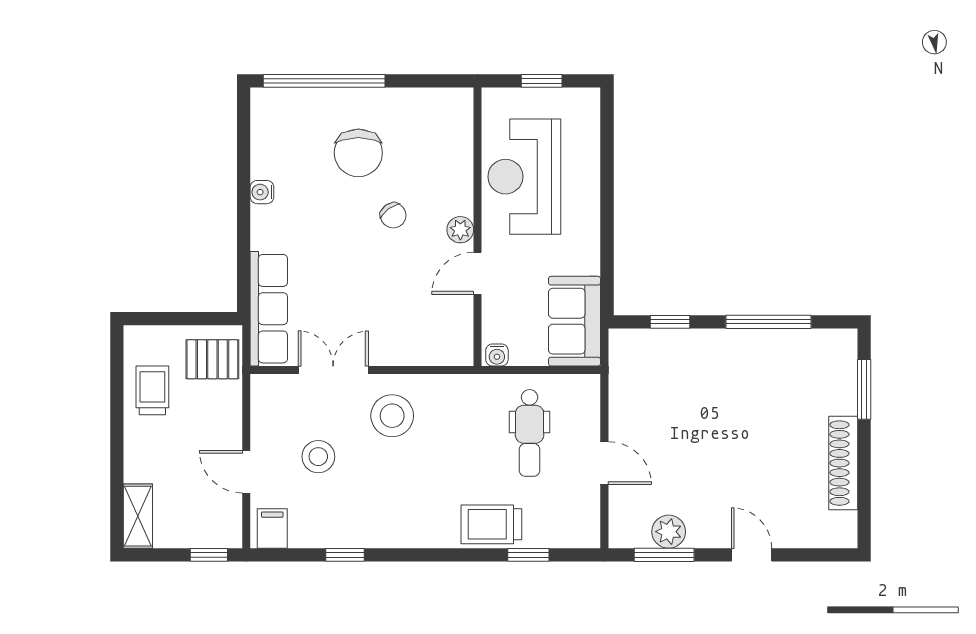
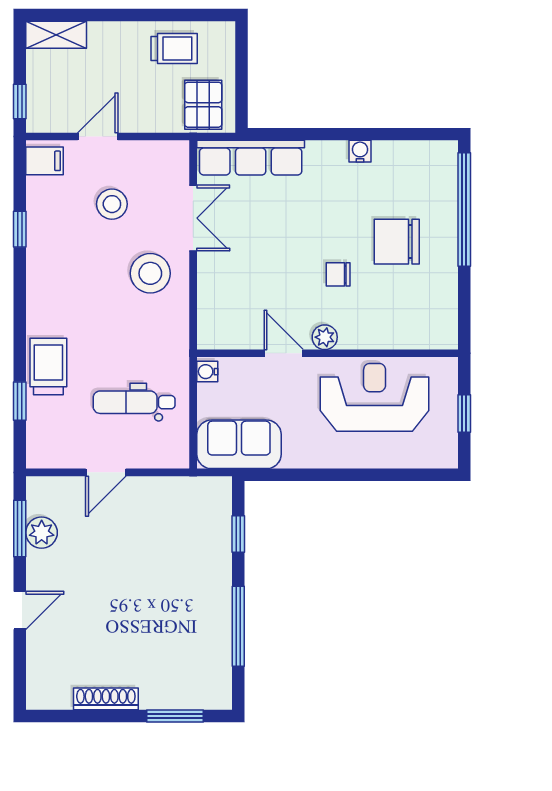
chair: (393, 215) -> (338, 274), turned 36
shoe rack: (843, 463) -> (106, 699), width x0.74, depth x0.81

